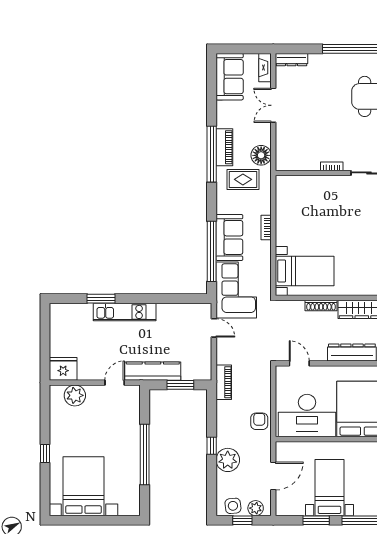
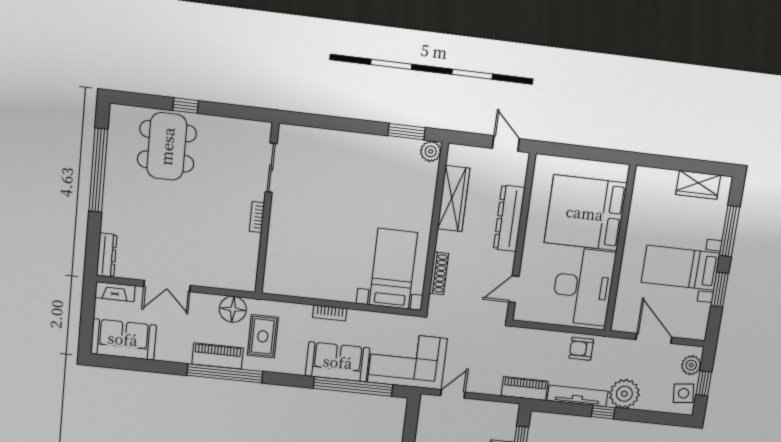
shoe rack: (321, 306) -> (439, 273), moved
tv unit: (222, 424) -> (578, 396), added

